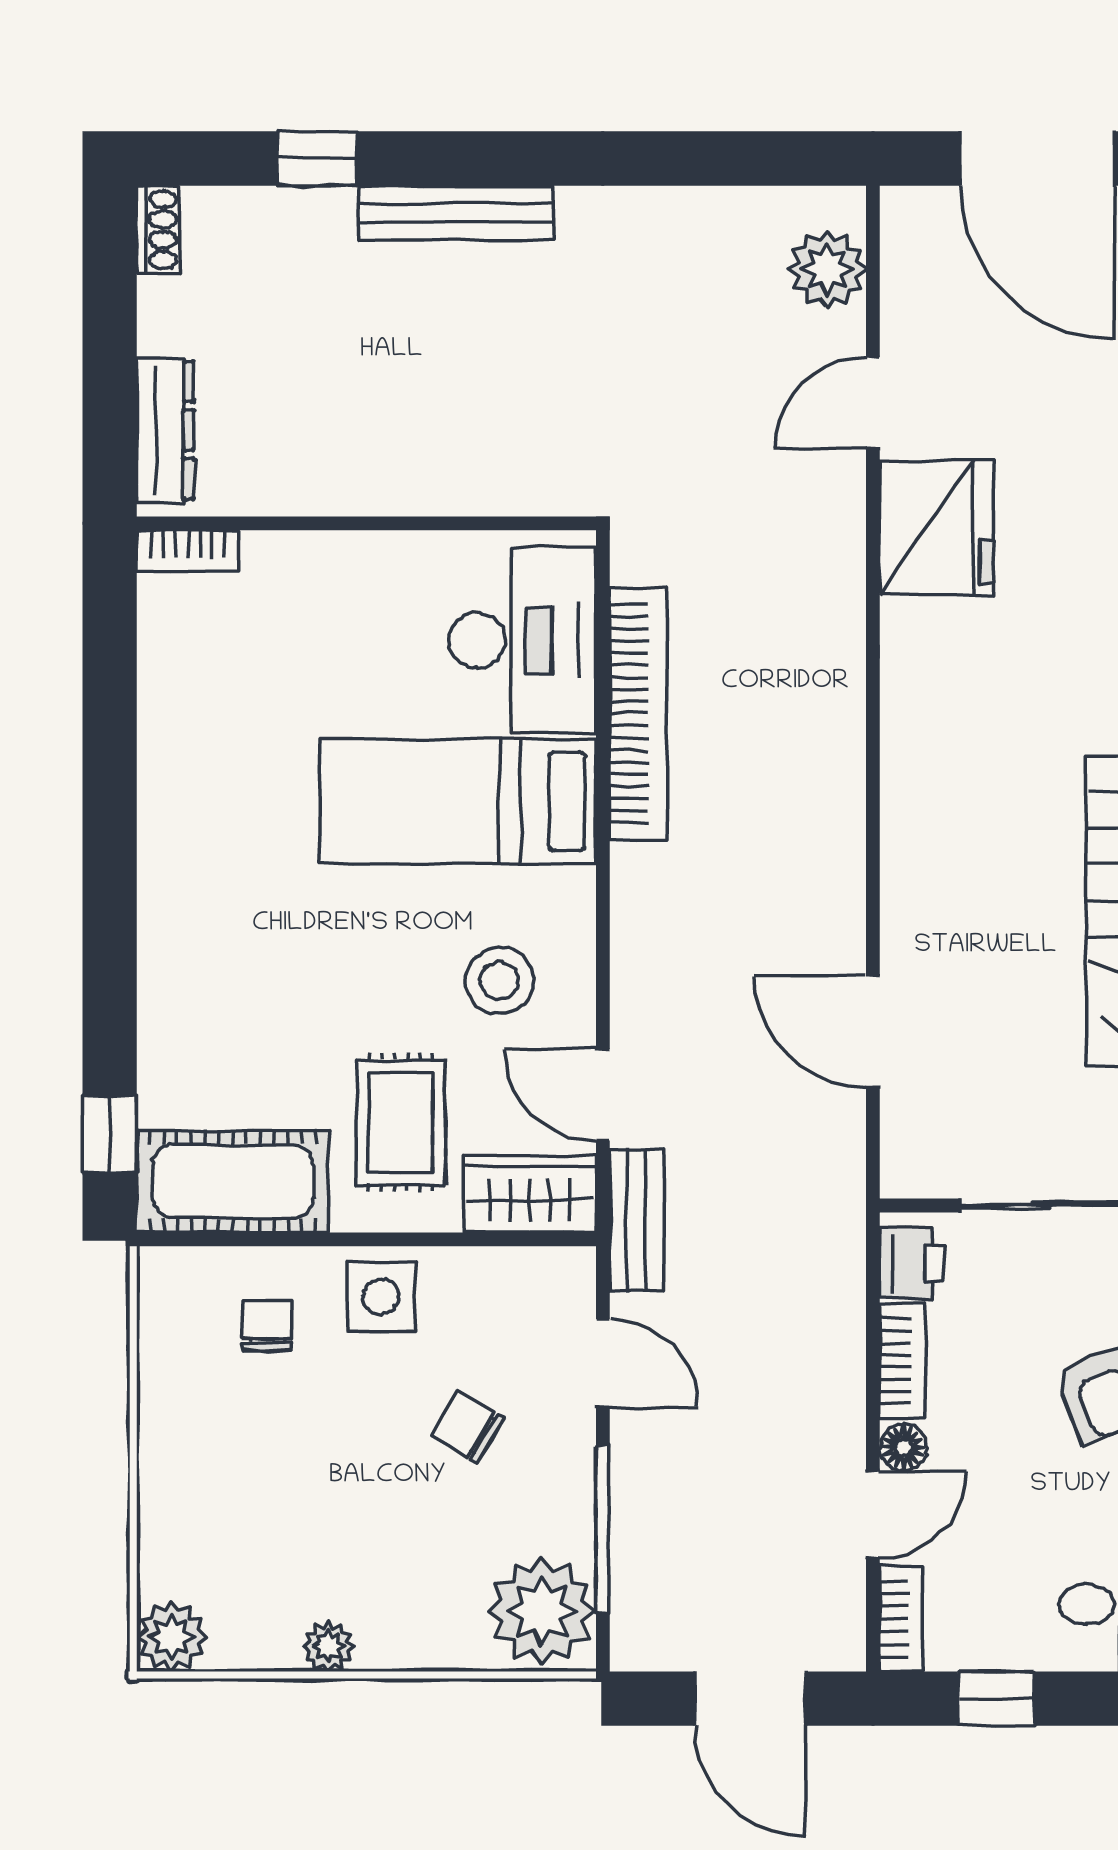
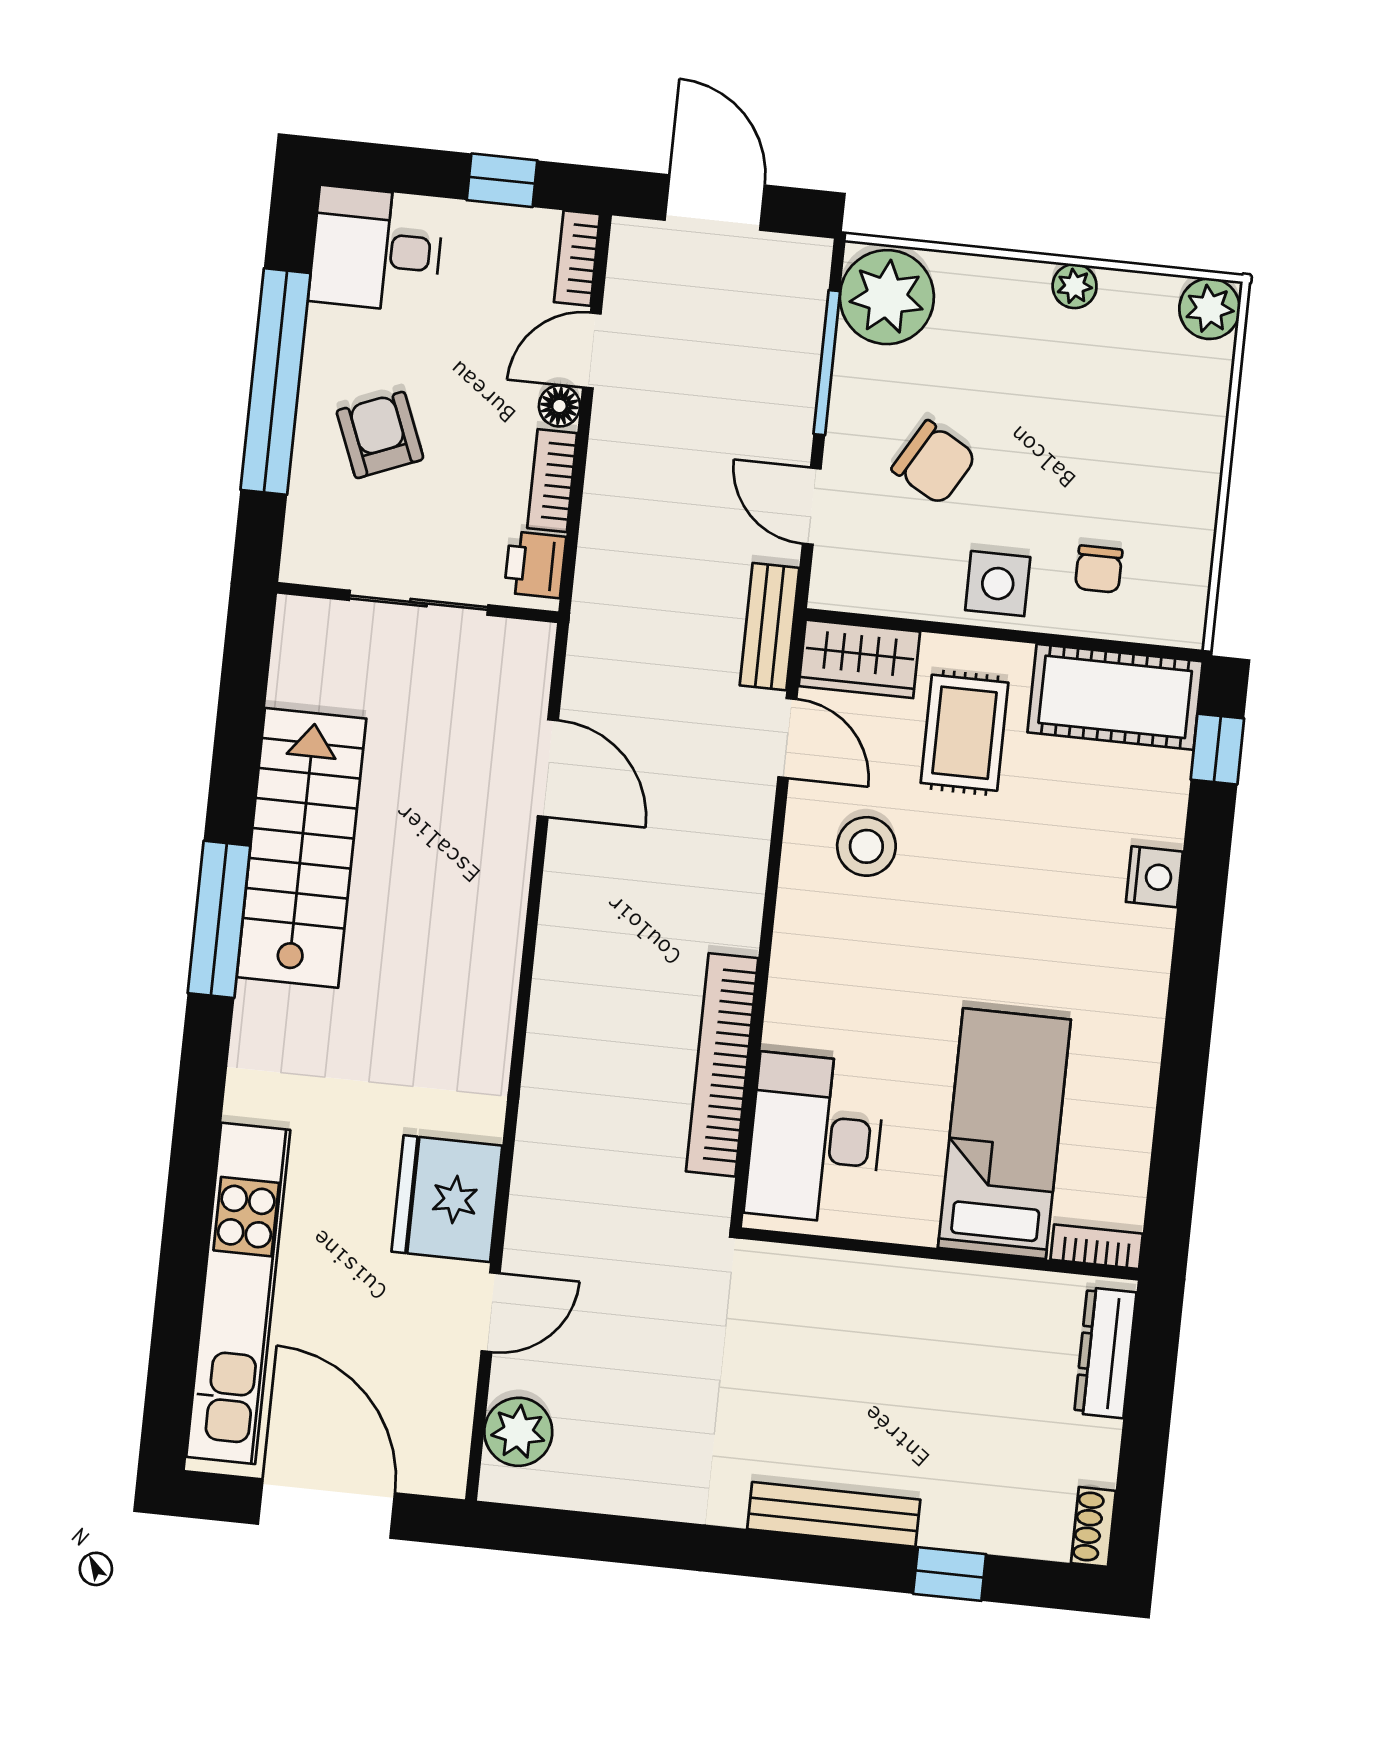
bed: (457, 801) -> (1004, 1134), moved, turned -90
nightstand: (166, 980) -> (1154, 877), added
chair: (468, 1428) -> (934, 463), width x1.37, depth x1.37

